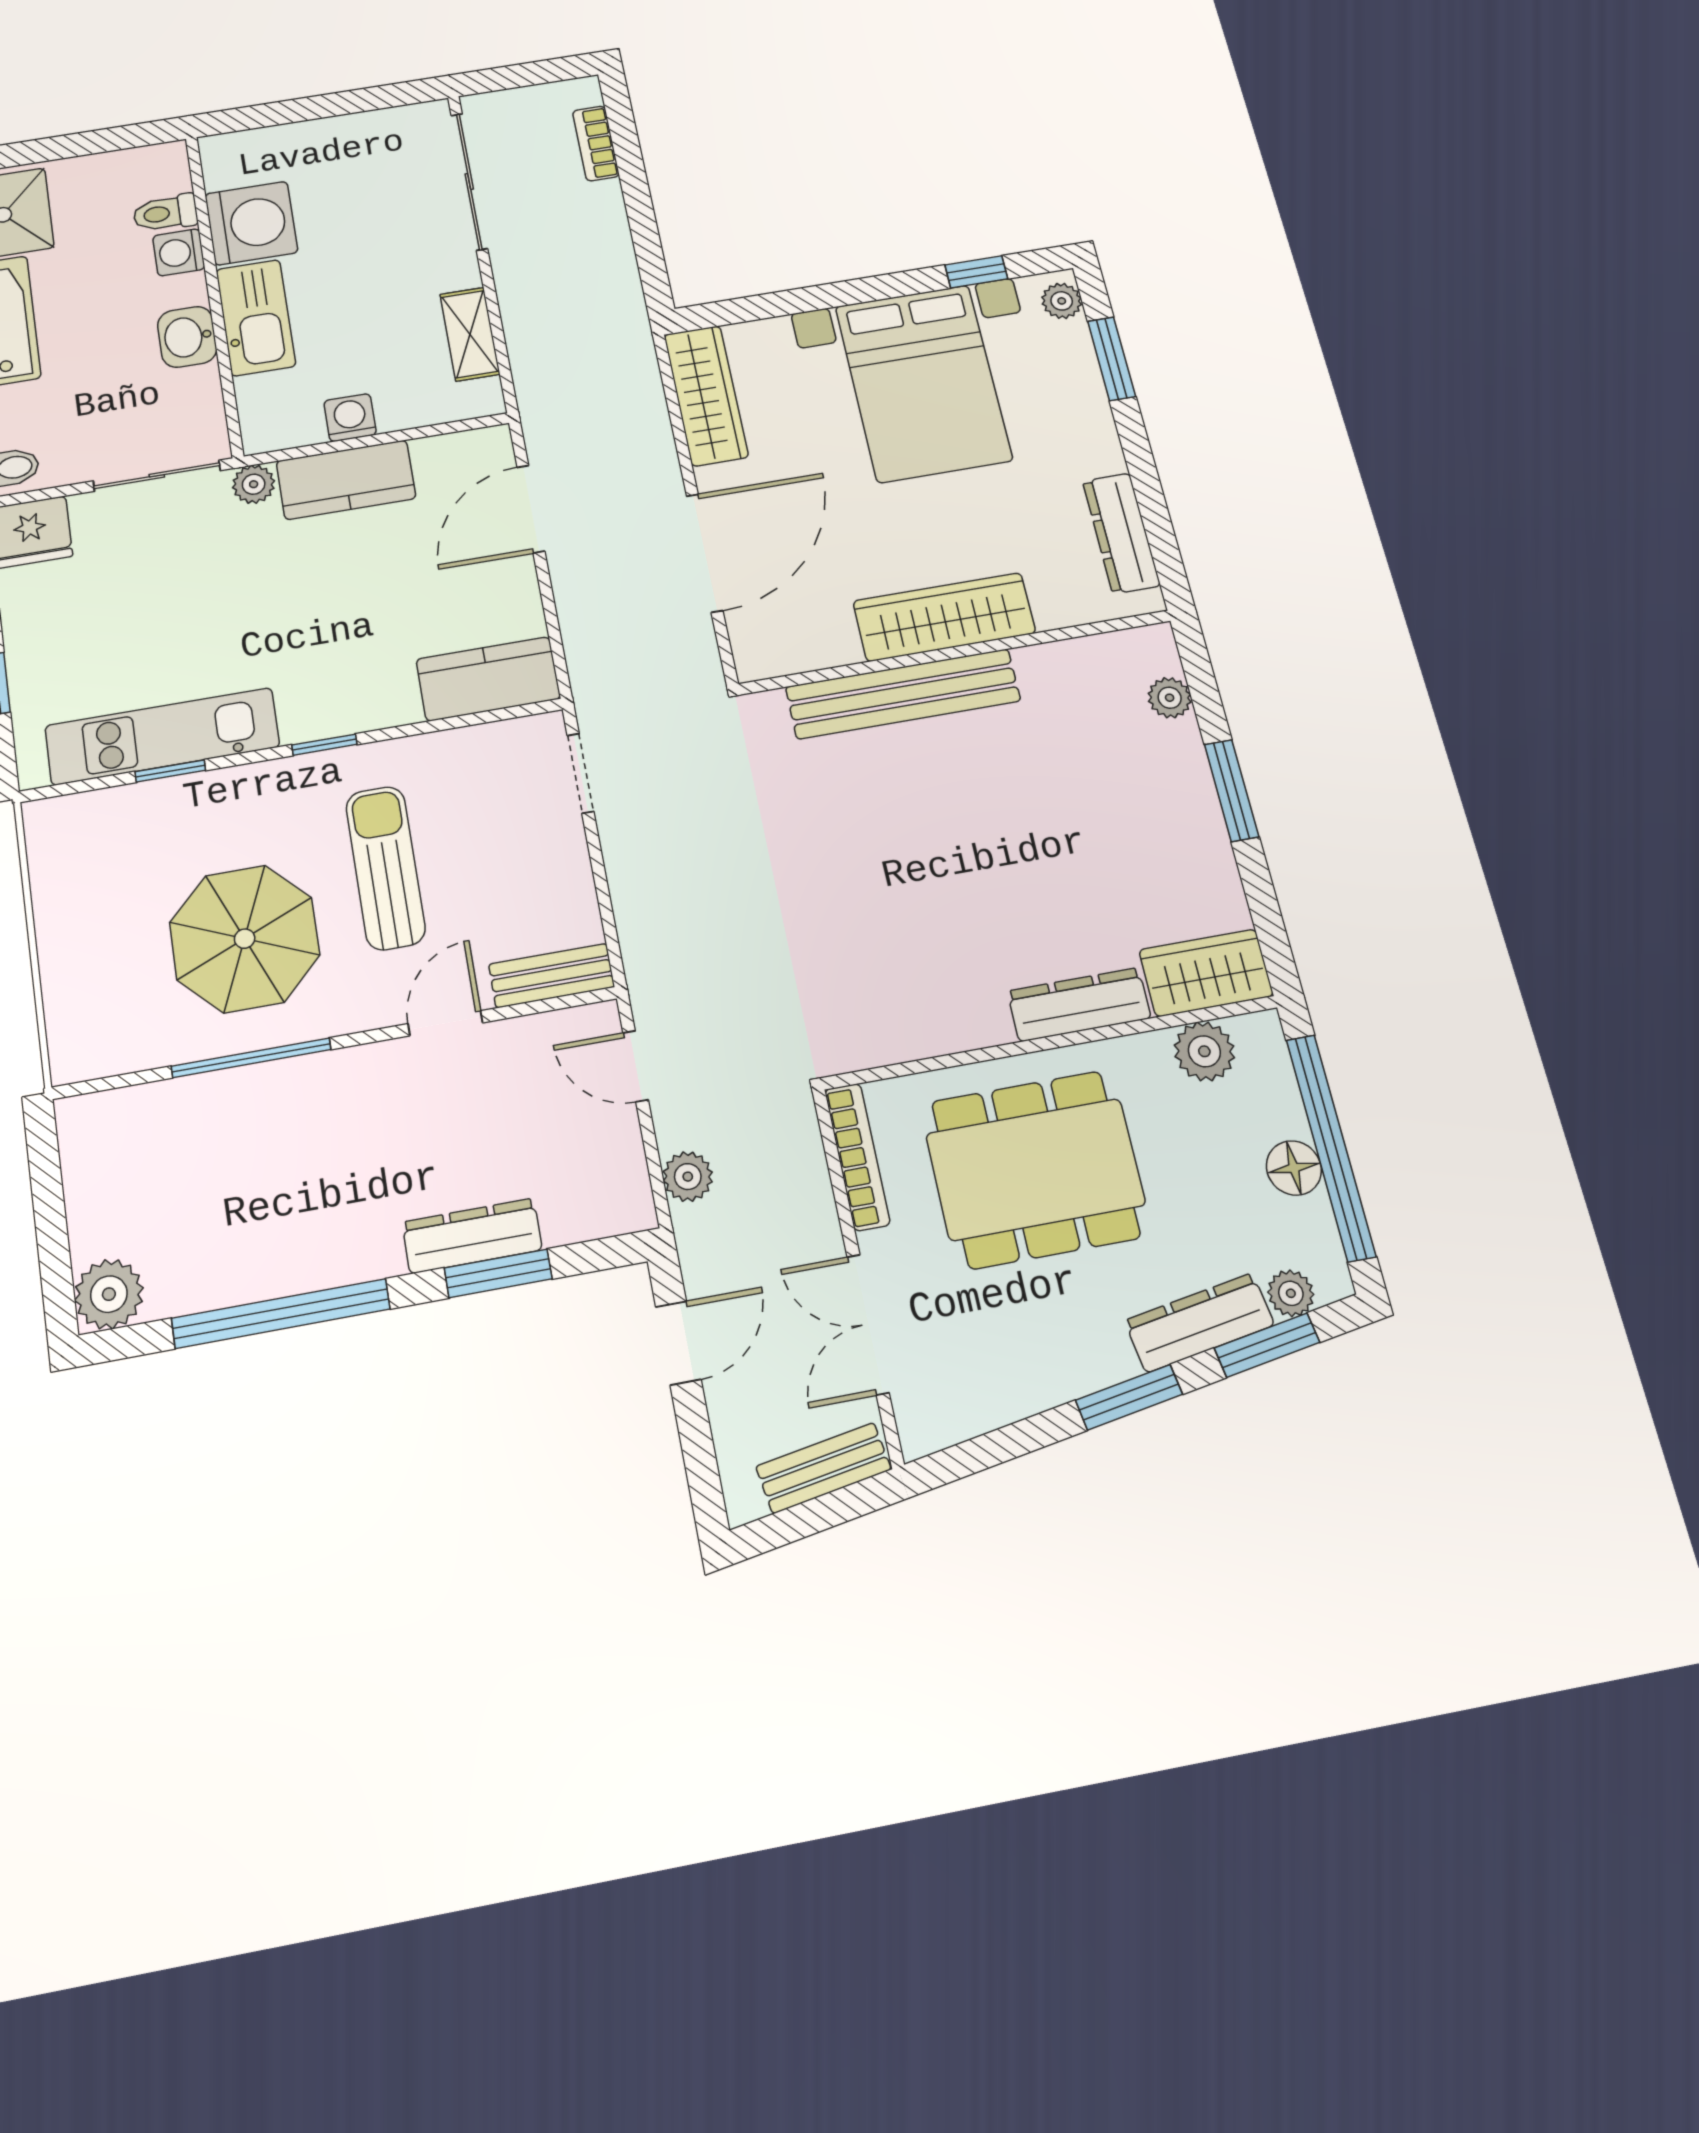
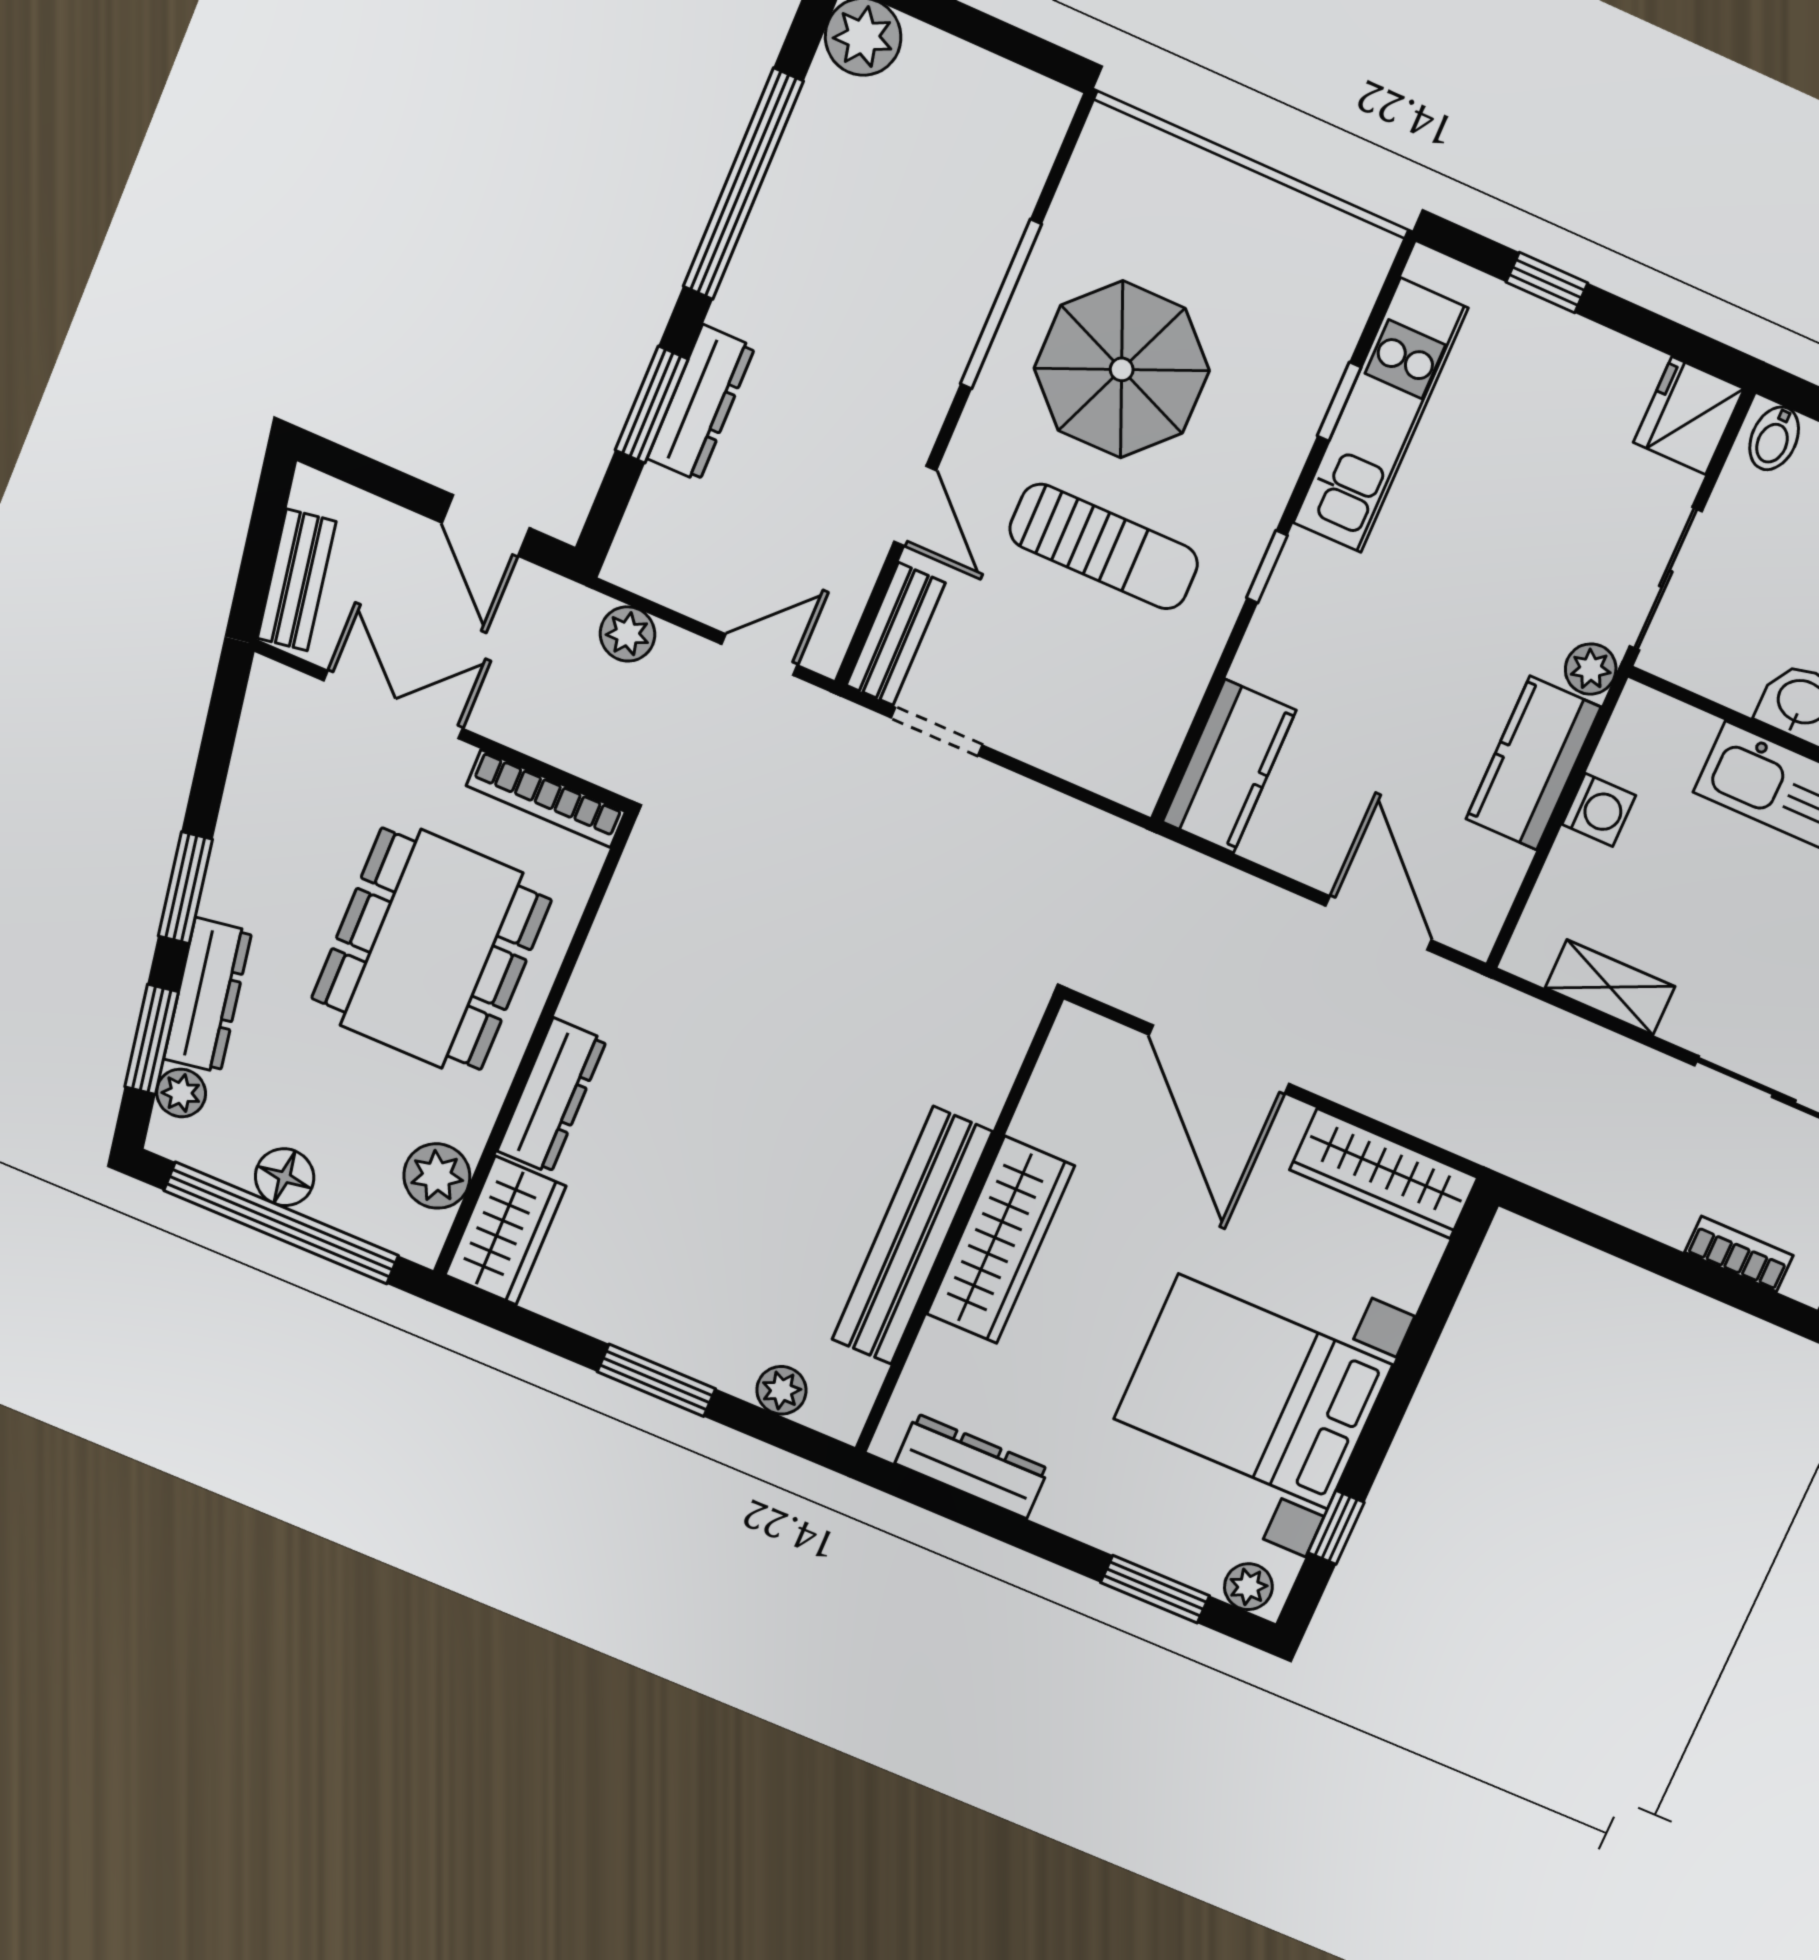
bench: (903, 694) -> (912, 1236), moved
doorway: (580, 773) -> (937, 731), moved

